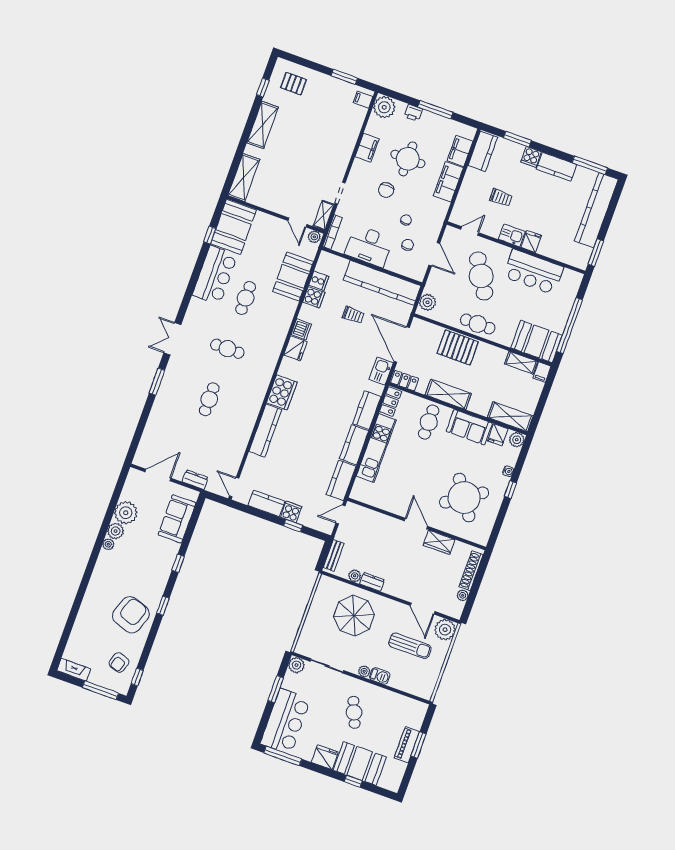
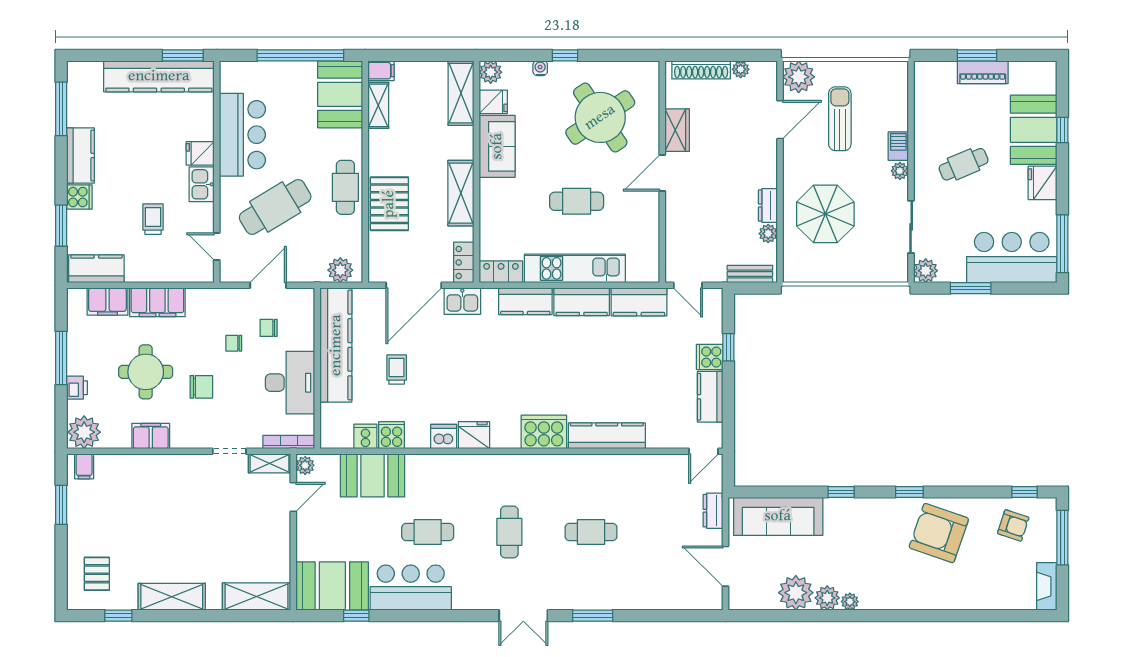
kitchen counter: (596, 210) -> (159, 76), moved
cafe table: (429, 422) -> (577, 201), moved
sofa: (177, 519) -> (778, 516), width x1.36

